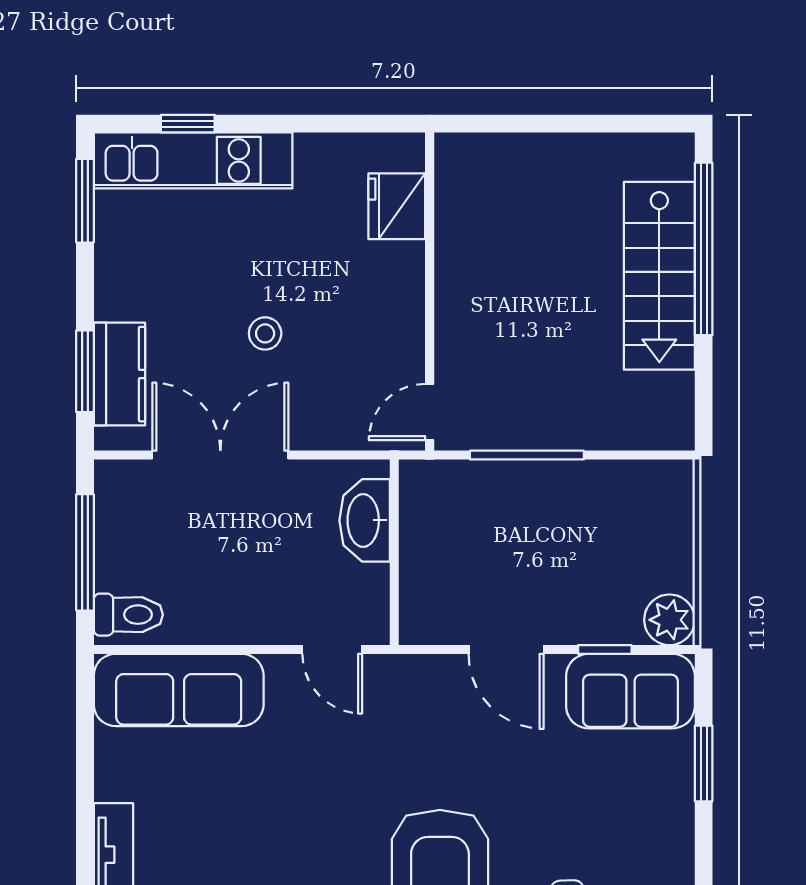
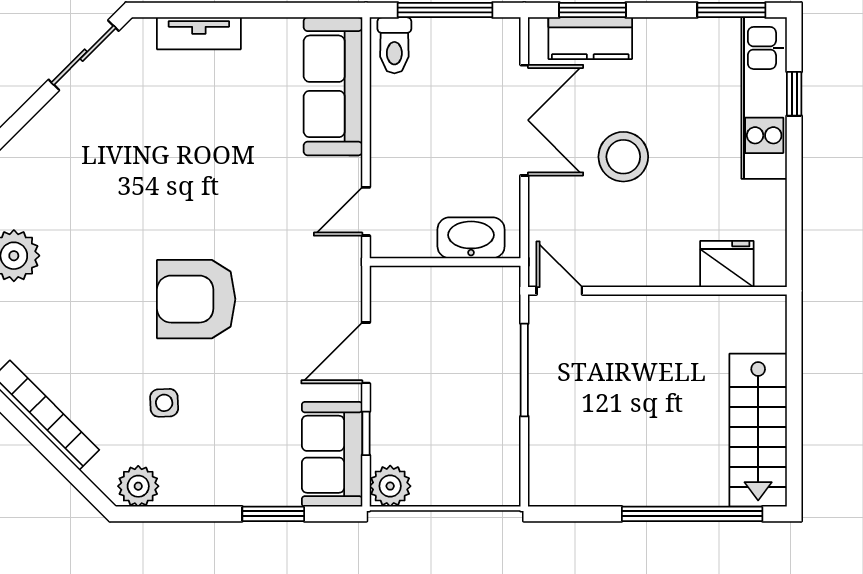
stairs: (659, 276) -> (758, 430), moved, turned -90
stool: (265, 333) -> (623, 157), width x1.89, depth x1.89

